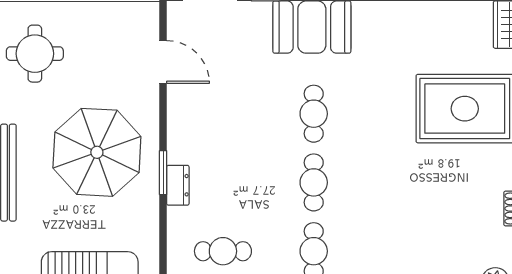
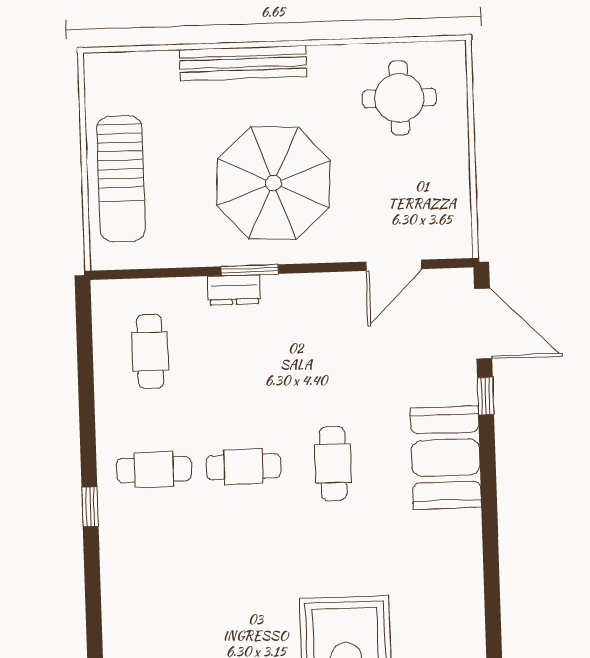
cafe table: (314, 114) -> (333, 464), turned 90

